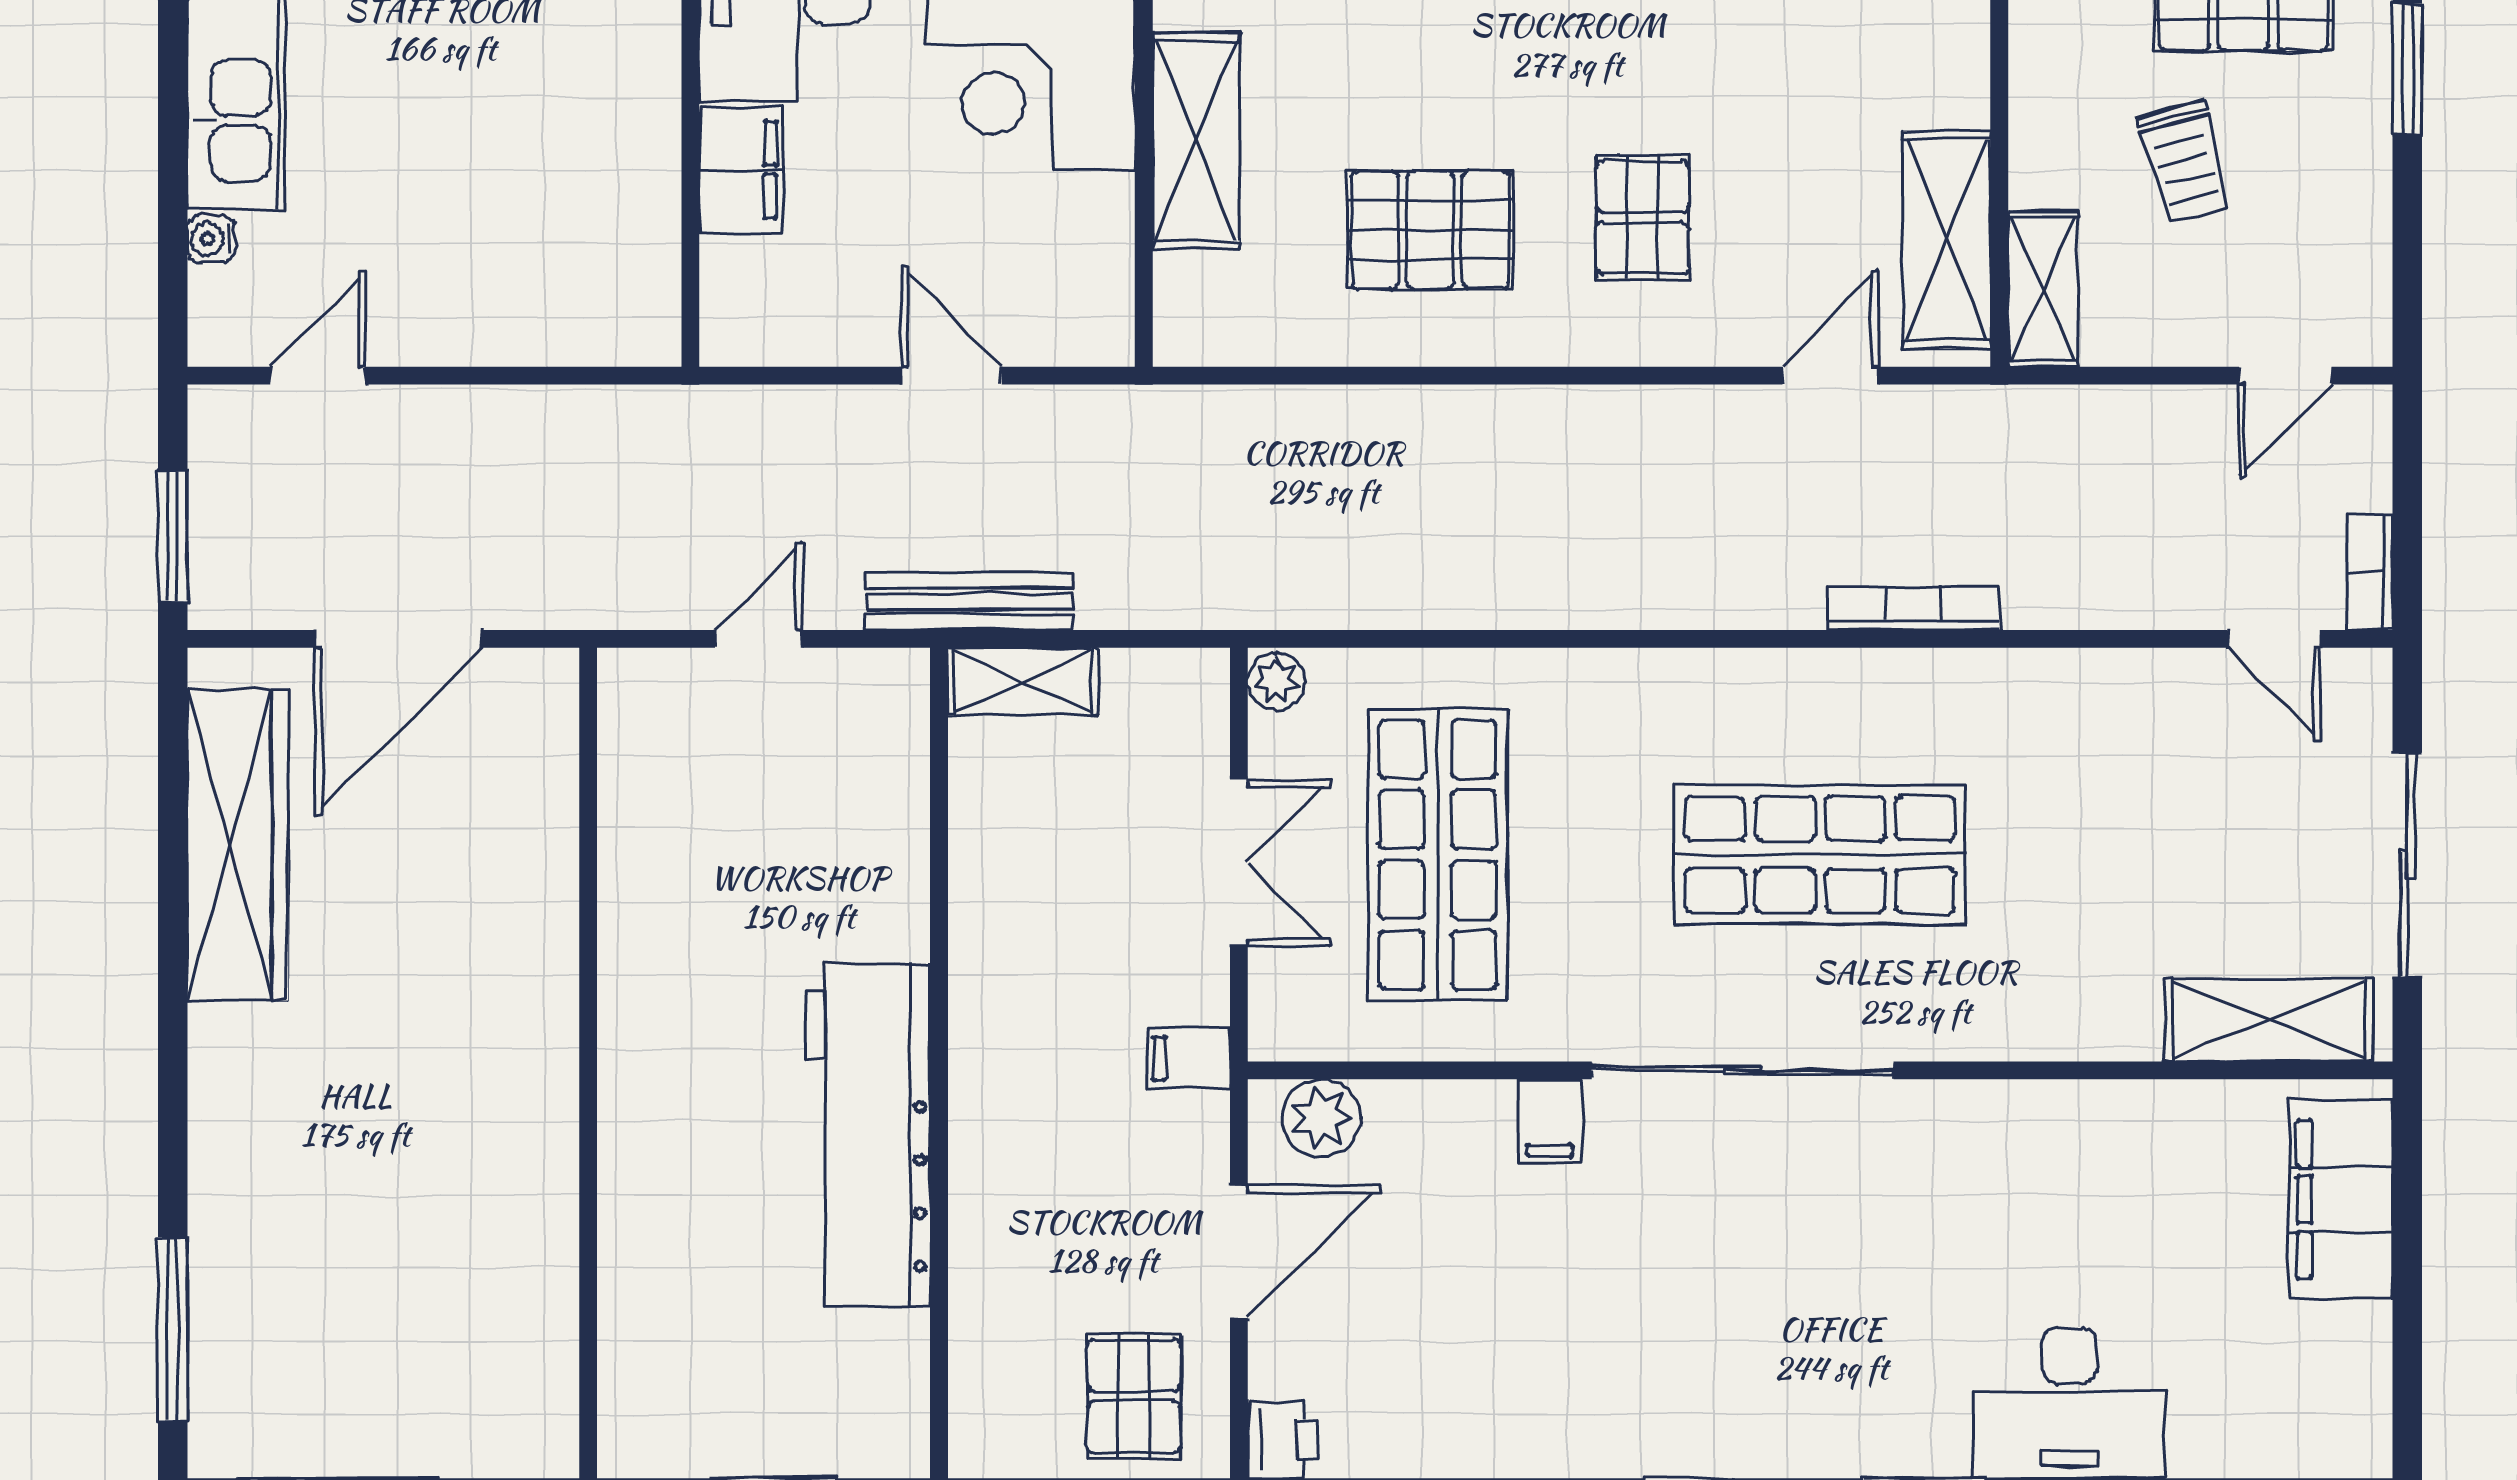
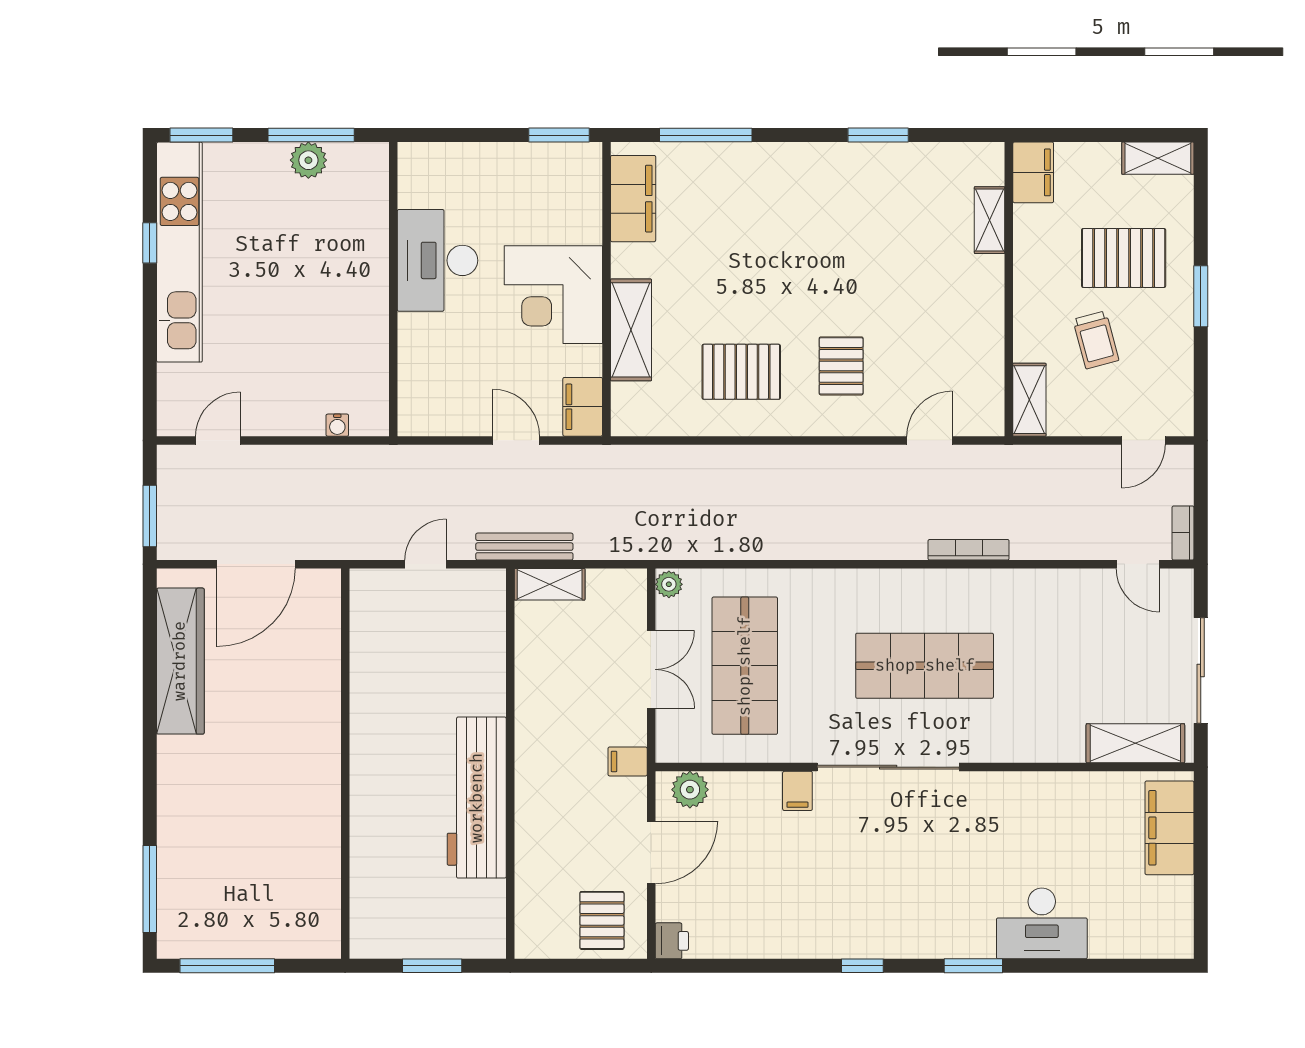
filing cabinet: (741, 170) -> (583, 407), moved, turned 180
water cooler: (211, 239) -> (337, 425), moved, turned -90
shelving: (1947, 240) -> (984, 377), removed

